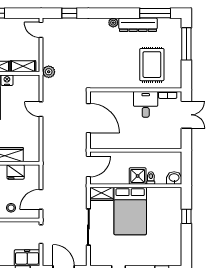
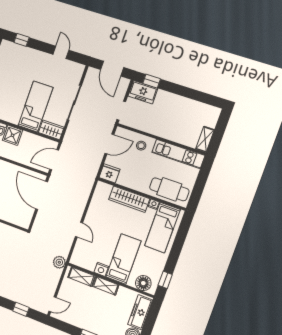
door: (41, 30) -> (52, 304), hinge flipped
door: (88, 118) -> (42, 195), moved
fridge: (16, 172) -> (110, 173), moved
bed: (130, 211) -> (36, 107), width x0.67

